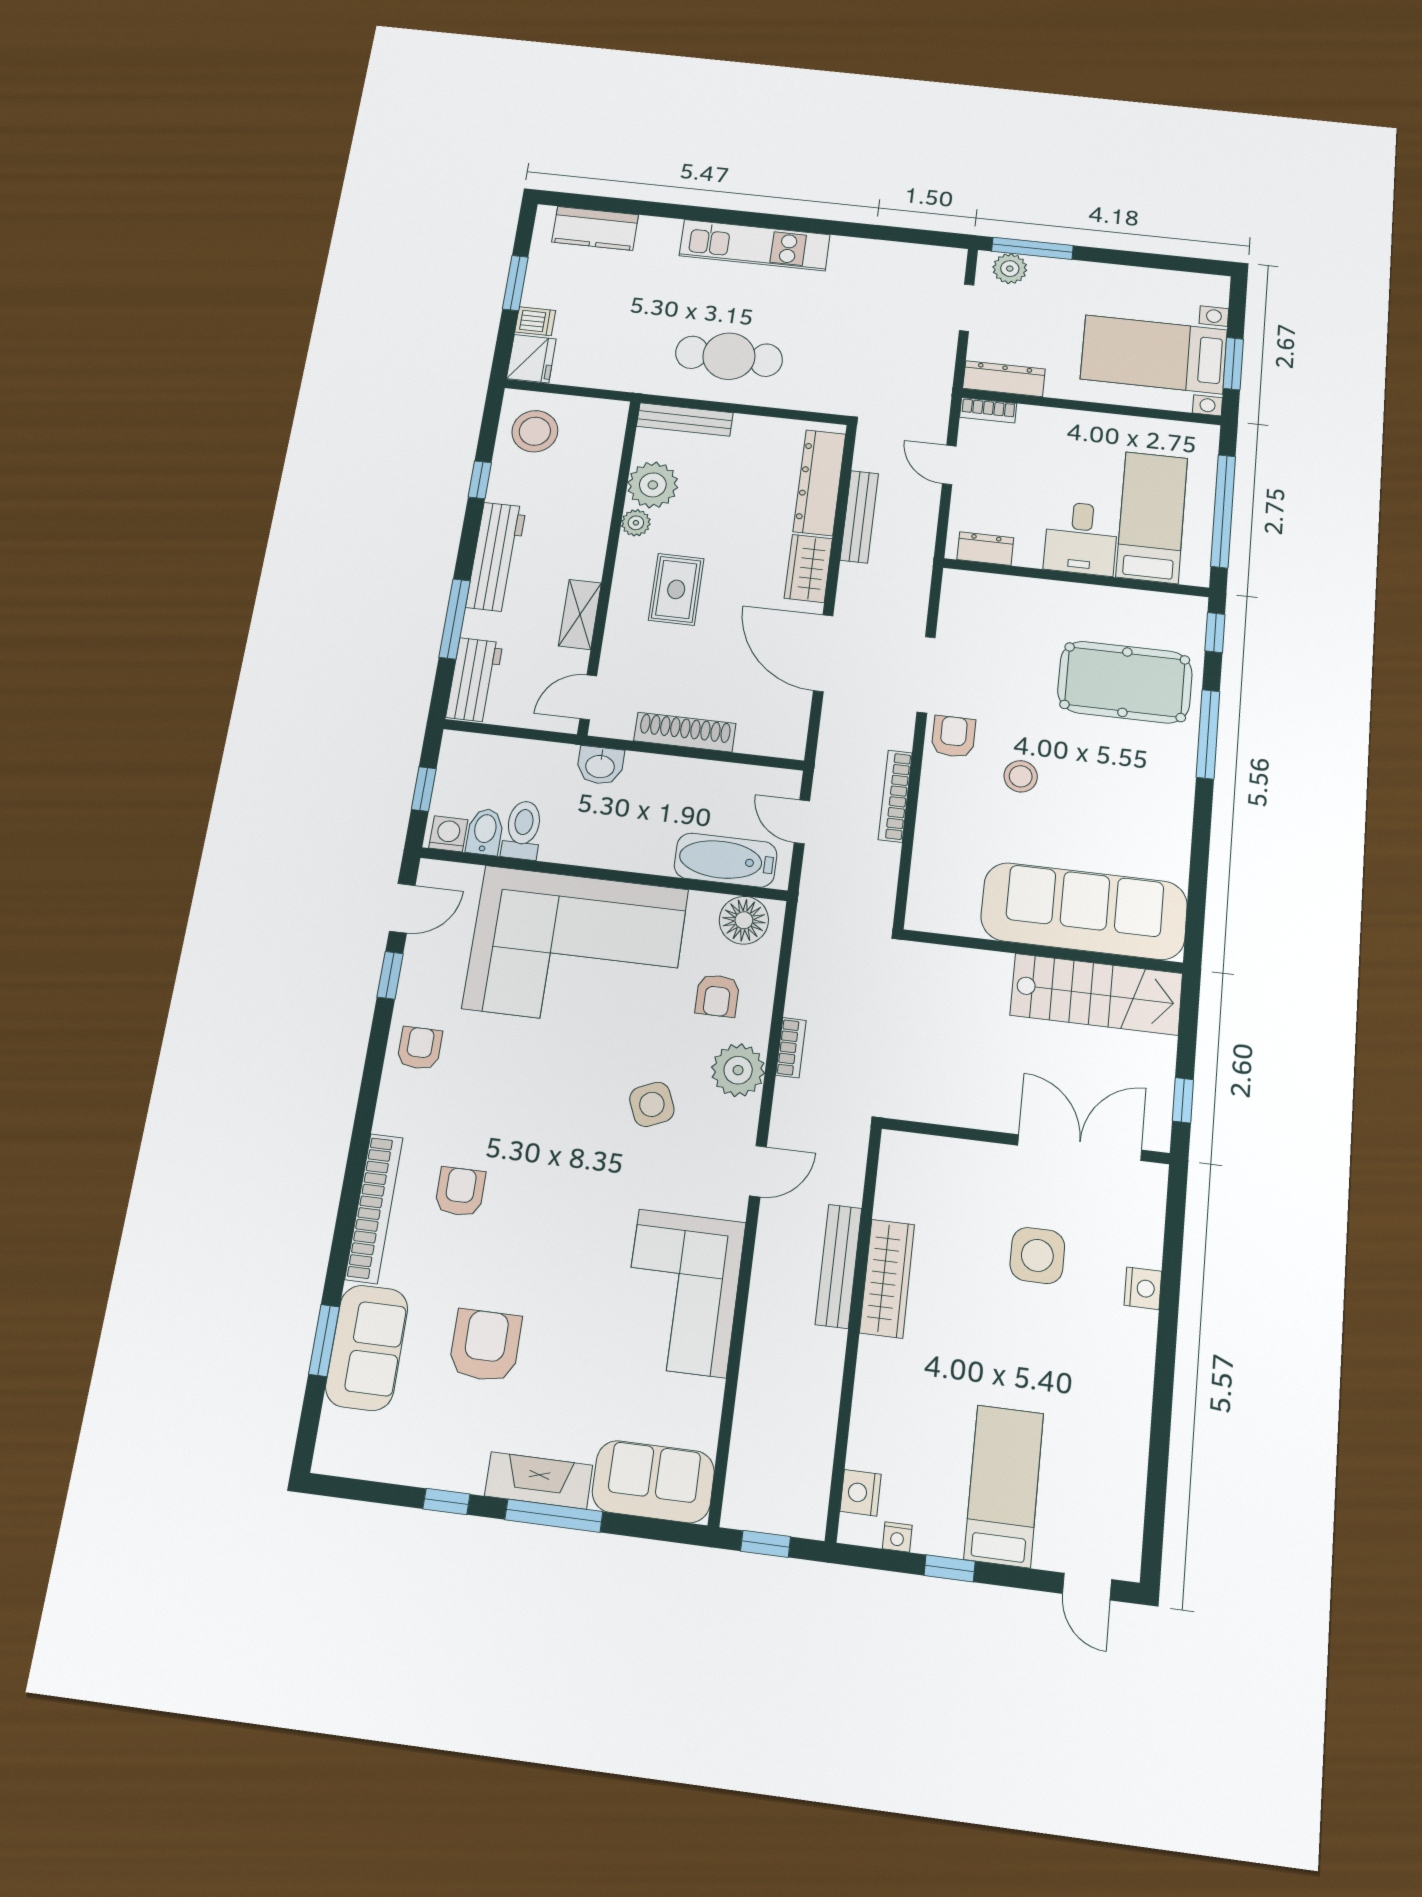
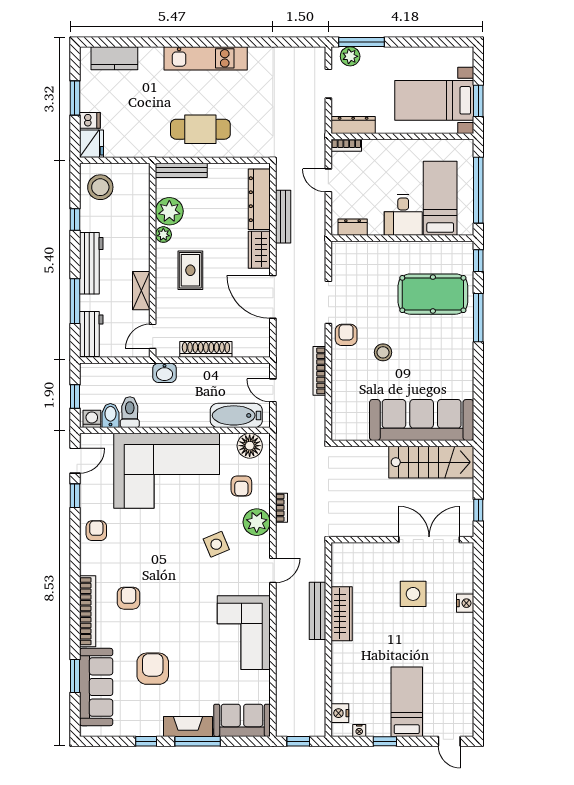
sofa: (367, 1348) -> (96, 687), width x1.36

